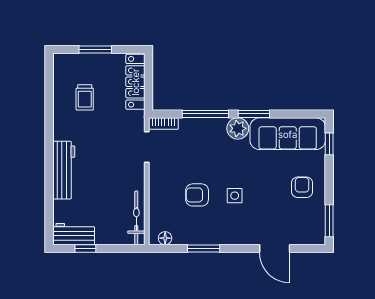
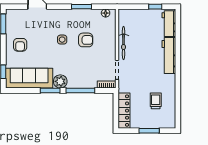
bicycle: (136, 218) -> (124, 43), moved
workbench: (74, 234) -> (169, 24), moved, turned 90

